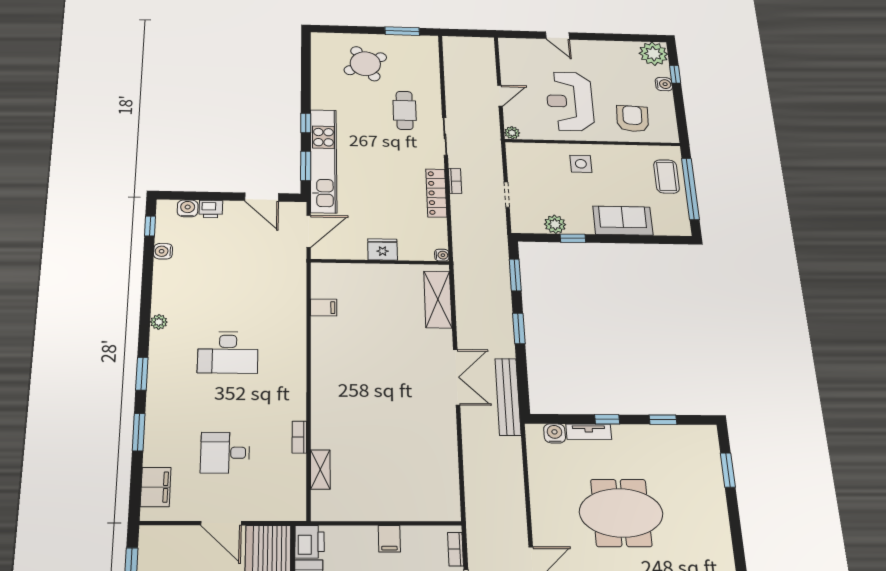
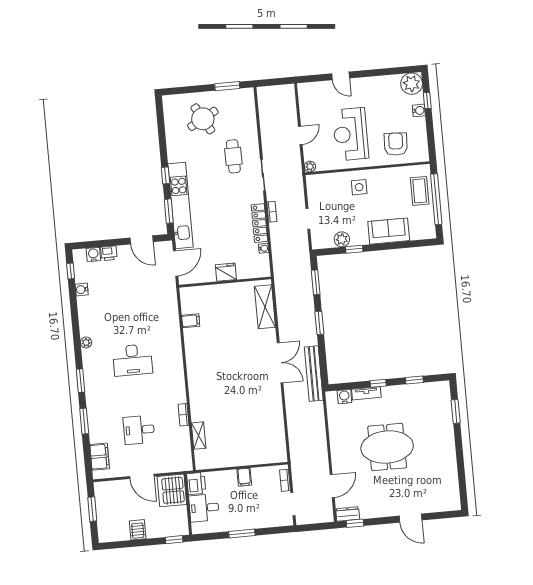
water cooler: (442, 255) -> (264, 248), moved

